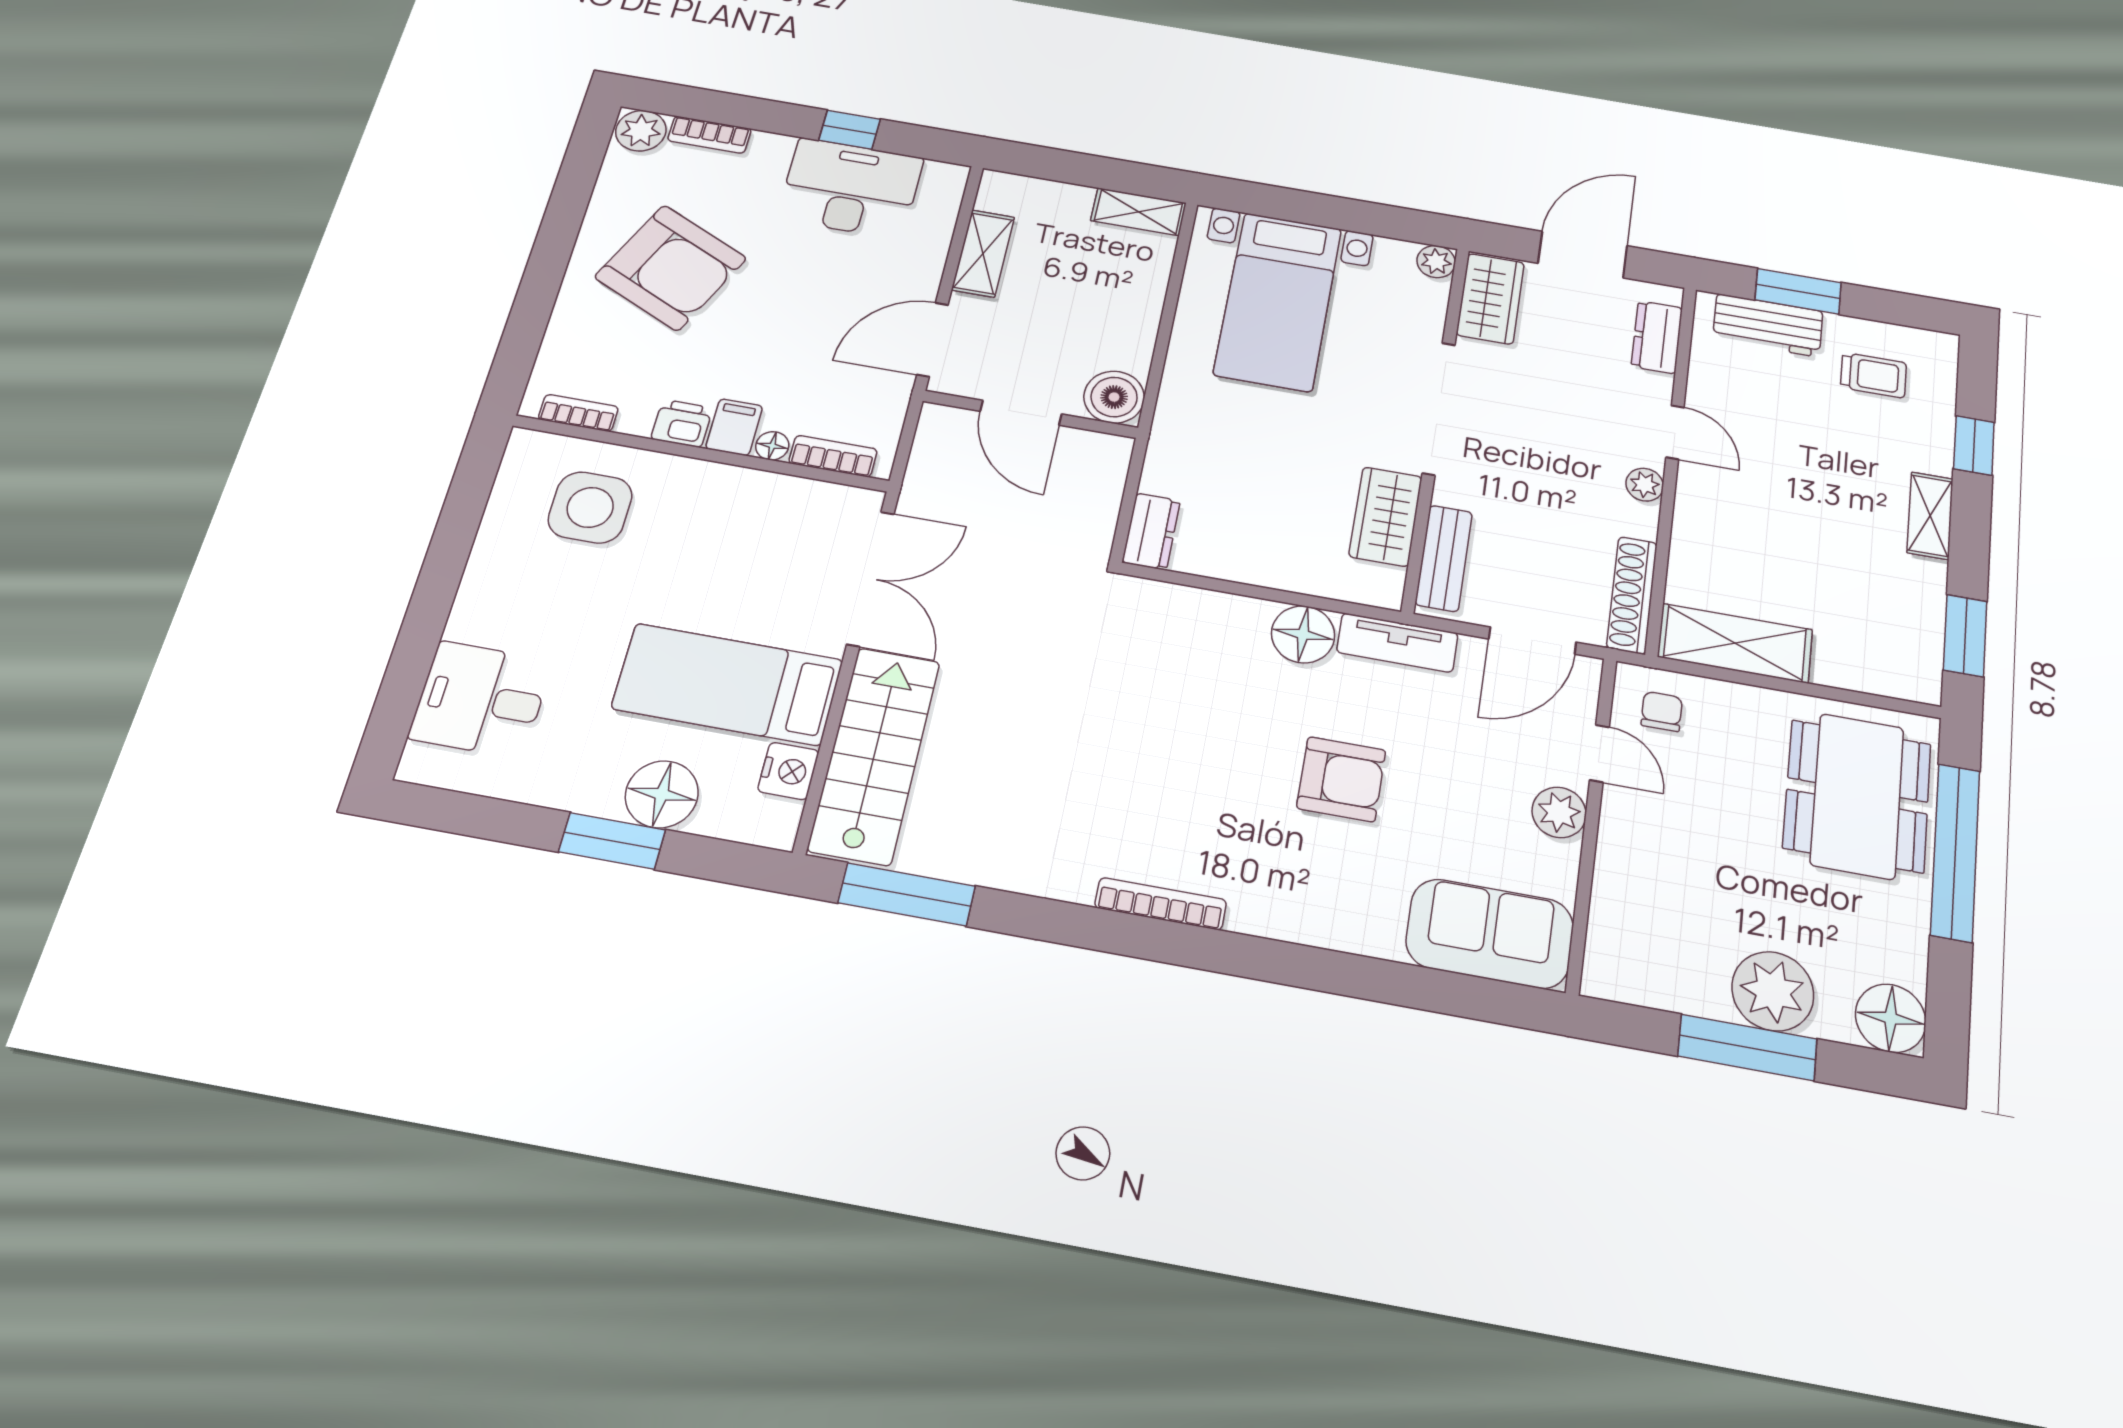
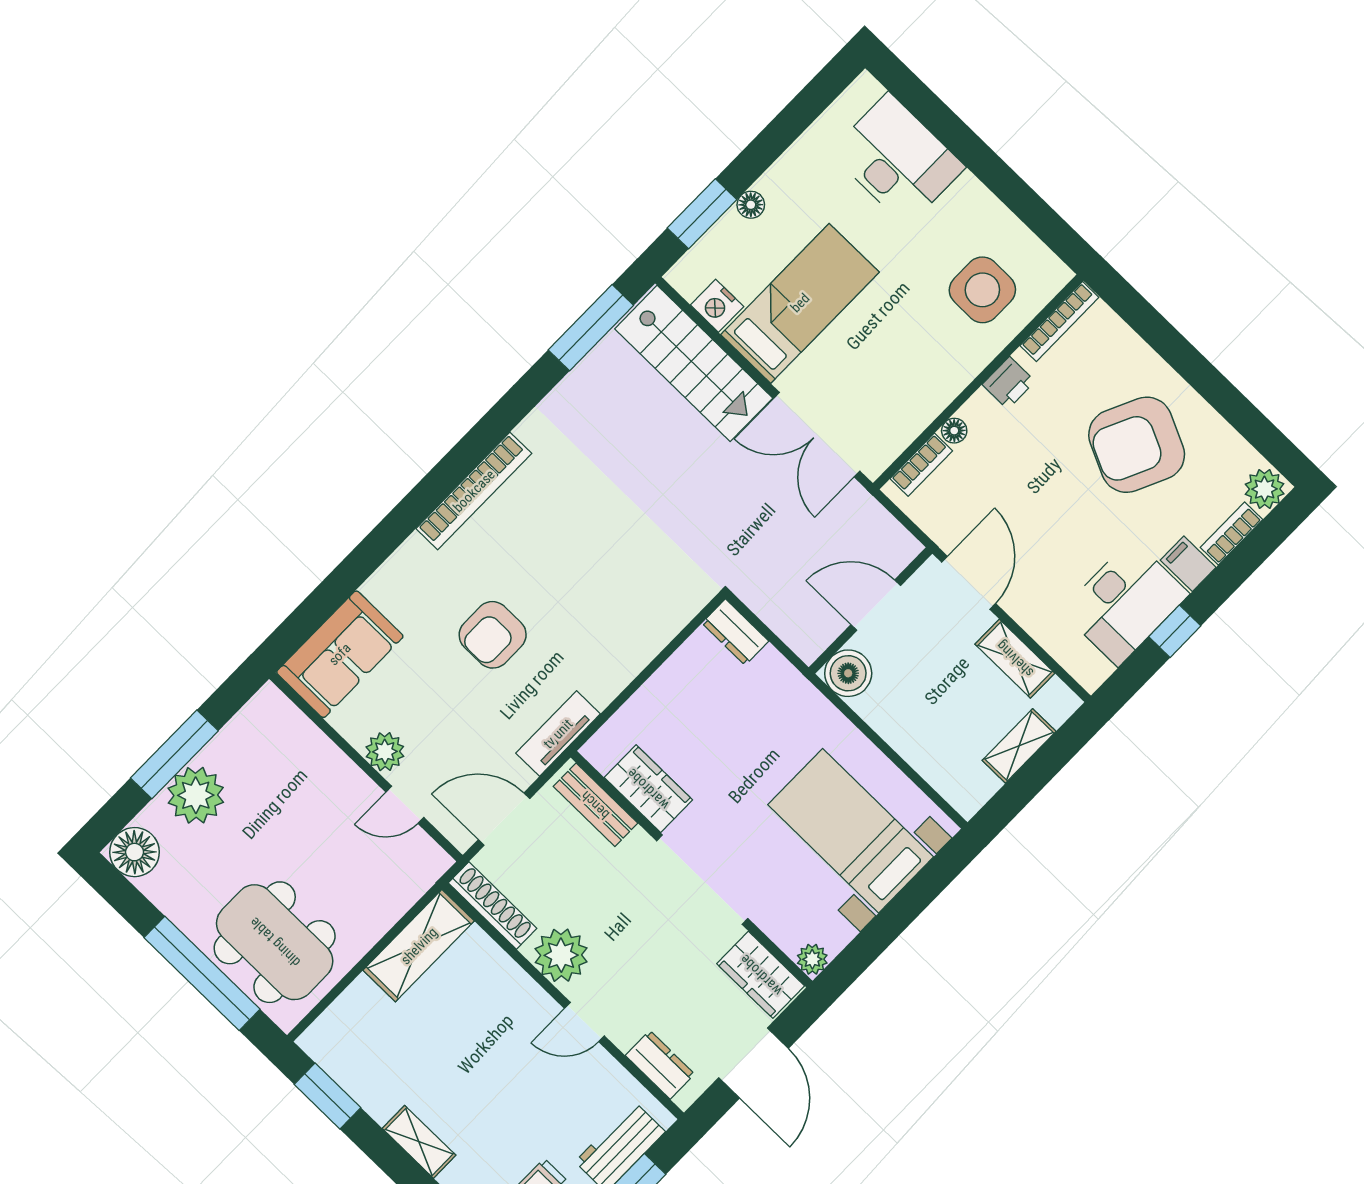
shelving: (1139, 212) -> (1019, 746), moved
bookcase: (578, 413) -> (1059, 321), width x1.56
filing cabinet: (734, 427) -> (1188, 564), moved, turned 180
plant: (1645, 485) -> (561, 955), width x1.87, depth x1.87
floor lamp: (1303, 634) -> (602, 679), removed
door: (1532, 641) -> (504, 819), hinge flipped
desk: (481, 699) -> (897, 160), width x1.37
chair: (1662, 711) -> (406, 864), removed
floor lamp: (662, 794) -> (751, 205), width x0.53, depth x0.53
window: (612, 841) -> (702, 214), moved
bookcase: (1161, 904) -> (474, 491), width x1.48, depth x1.31

